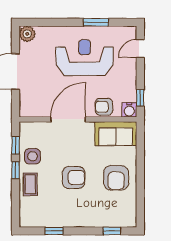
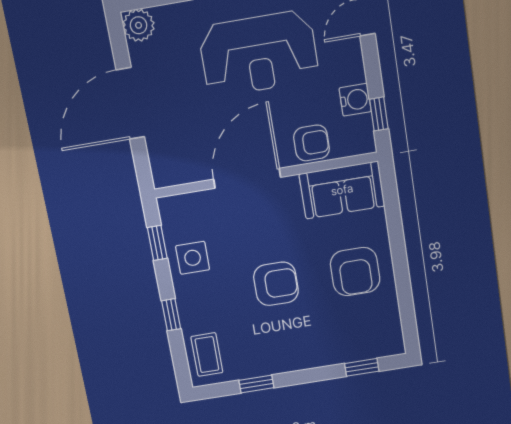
reception desk: (85, 58) -> (259, 54), turned 180
armchair: (104, 107) -> (311, 143), turned 180
water cooler: (129, 110) -> (355, 100), moved, turned -90
window: (16, 170) -> (171, 315), moved
coffee table: (30, 184) -> (207, 355), moved

